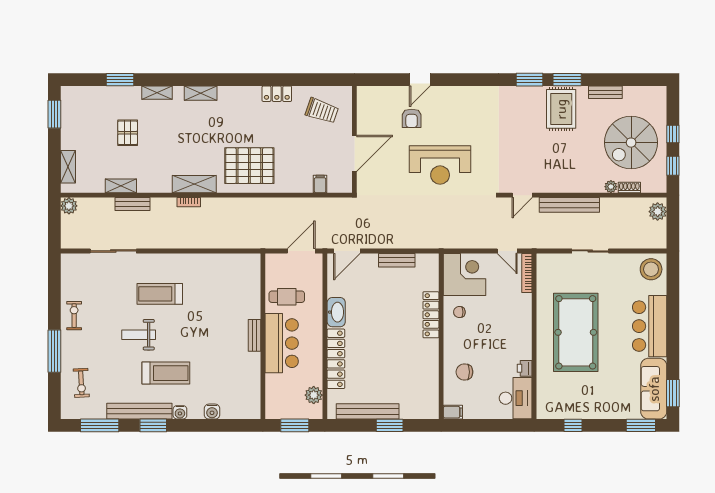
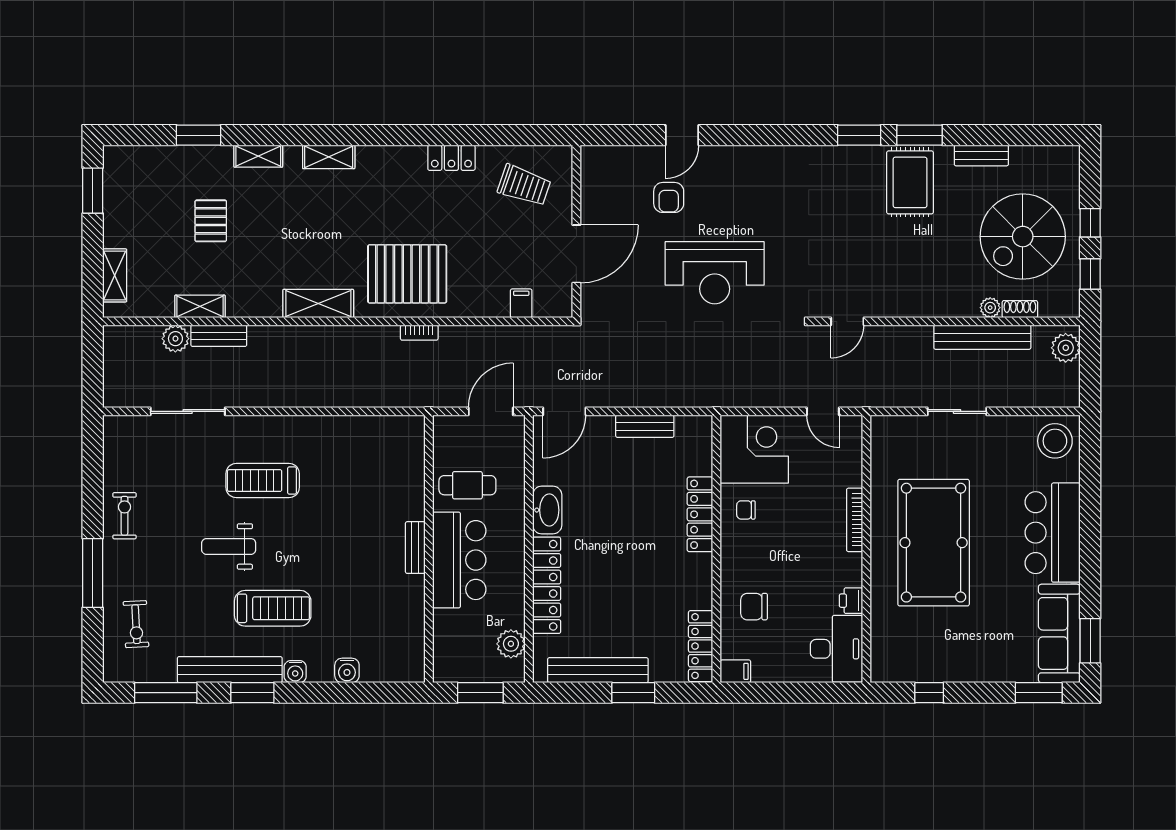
bookcase: (189, 202) -> (419, 333), moved
bench: (569, 205) -> (982, 337), moved
plant: (69, 206) -> (175, 339), moved
bookcase: (527, 273) -> (855, 520), moved
locker: (431, 396) -> (701, 646), added

